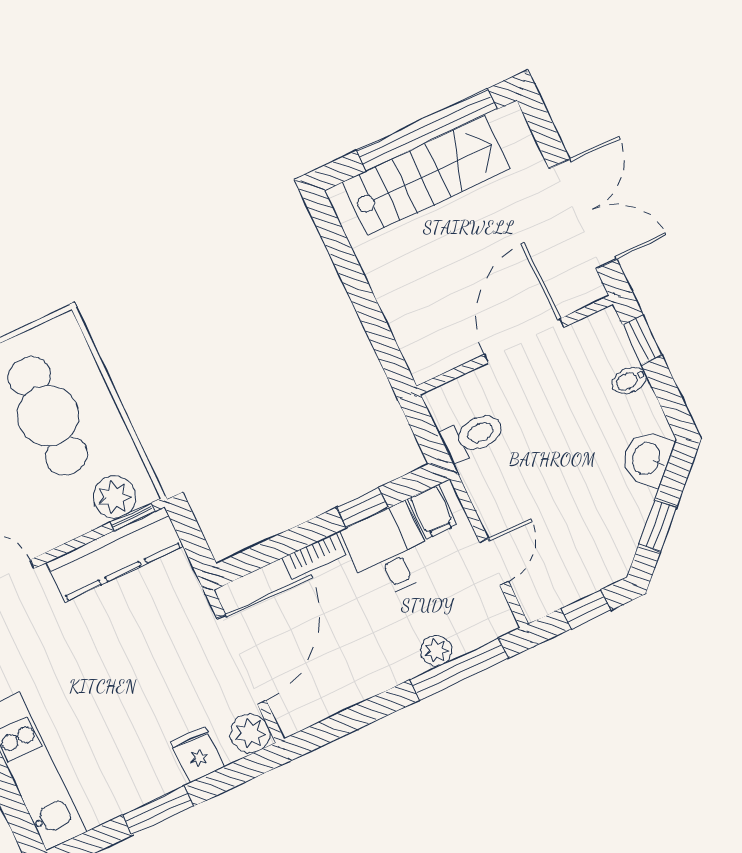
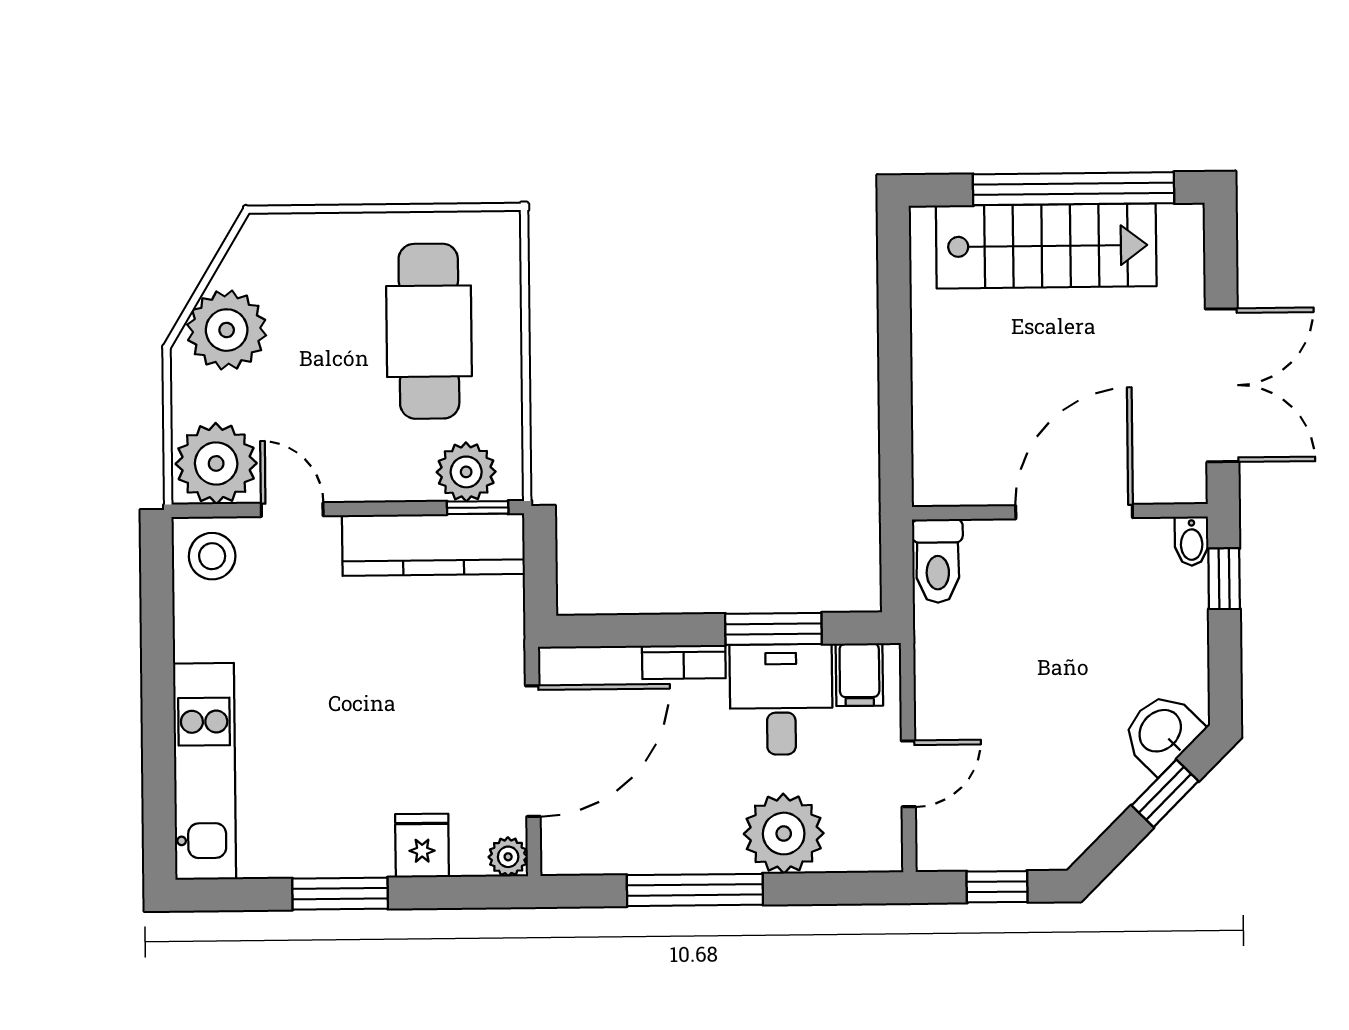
bidet: (629, 380) -> (1192, 541), moved, turned -90
toilet: (473, 436) -> (938, 561), moved, turned 90
window: (362, 508) -> (773, 629), width x1.50
window: (658, 526) -> (1165, 793), moved
plant: (436, 651) -> (784, 834), width x1.87, depth x1.87
window: (459, 669) -> (695, 890), moved
plant: (250, 734) -> (508, 857), width x0.73, depth x0.73

